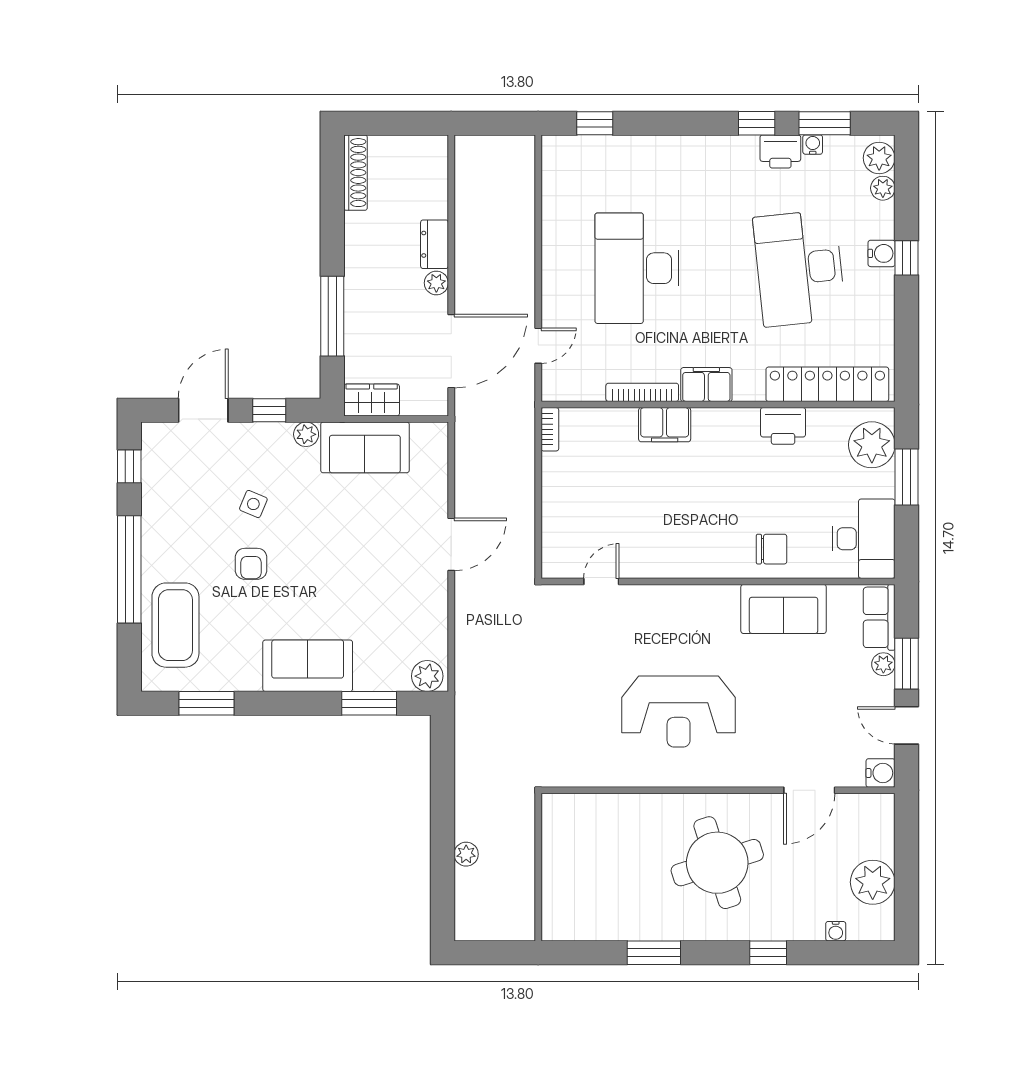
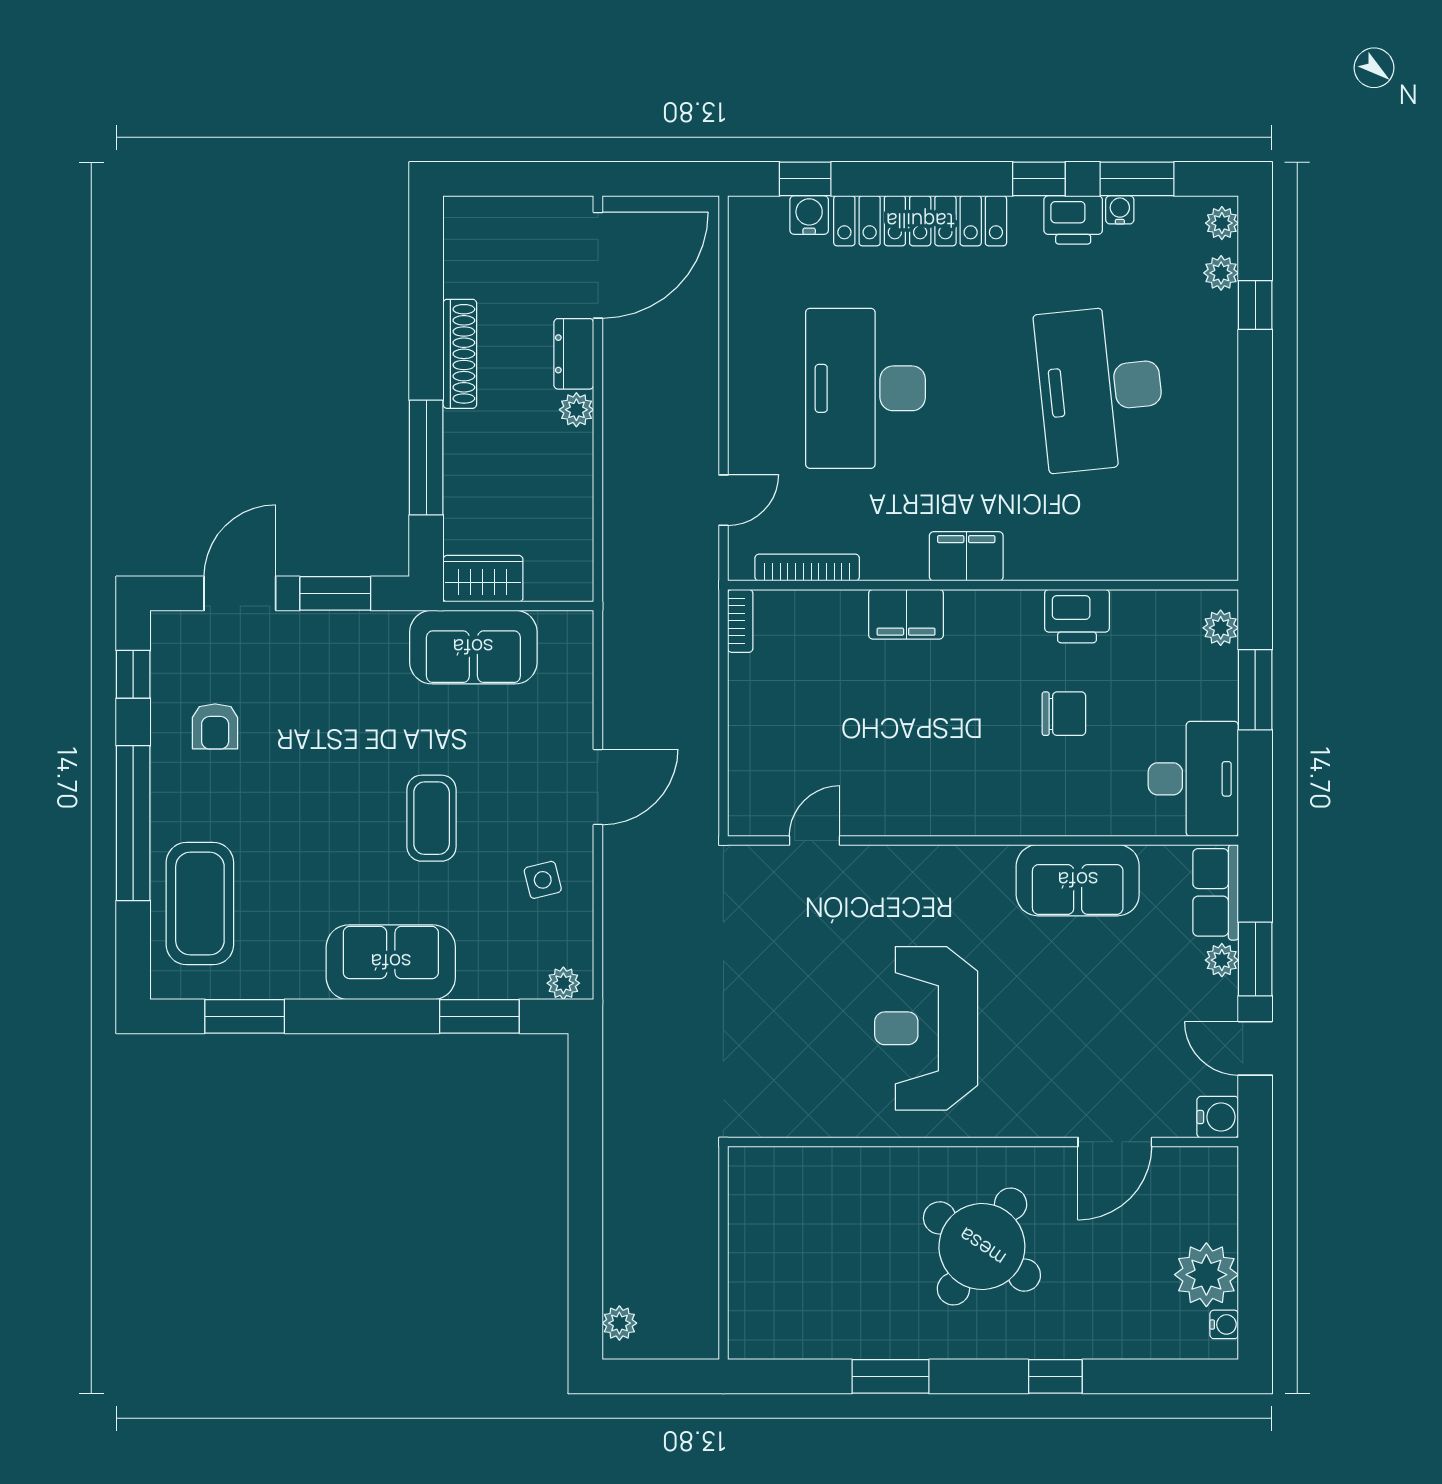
plant: (879, 158) -> (1222, 223), width x0.73, depth x0.73
shoe rack: (356, 173) -> (460, 354), moved
water cooler: (882, 253) -> (809, 215), moved, turned -90
window: (907, 258) -> (1255, 305), moved
door: (451, 351) -> (598, 265), moved
locker: (827, 384) -> (920, 221), moved, turned 180
bookcase: (642, 392) -> (807, 568), moved
window: (269, 410) -> (335, 593), width x1.50
plant: (306, 434) -> (388, 628), removed
plant: (872, 445) -> (1221, 628), width x0.53, depth x0.53
side table: (253, 504) -> (543, 880), moved, turned -37
chair: (772, 549) -> (1064, 714), moved
armchair: (251, 564) -> (215, 726), moved
coffee table: (336, 566) -> (432, 818), added
plant: (427, 676) -> (563, 983), width x0.73, depth x0.73
reception desk: (679, 711) -> (926, 1028), turned 90
plant: (466, 854) -> (619, 1323), moved
round table: (717, 863) -> (982, 1247), turned -38
water cooler: (836, 931) -> (1224, 1324), moved, turned -90

